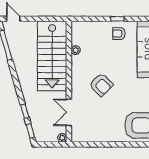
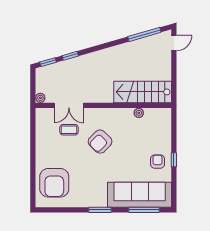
stairs: (52, 56) -> (143, 92), width x0.73, depth x0.66
double door: (69, 112) -> (69, 105), swing flipped
coffee table: (91, 112) -> (69, 130), added

